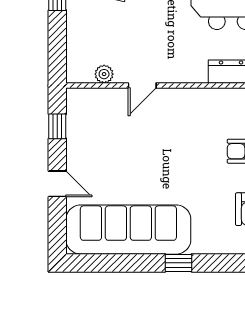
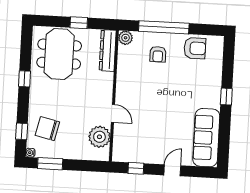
plant: (104, 74) -> (99, 137), width x1.87, depth x1.87
sofa: (128, 230) -> (206, 138), width x0.74, depth x0.79

